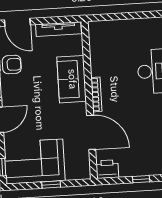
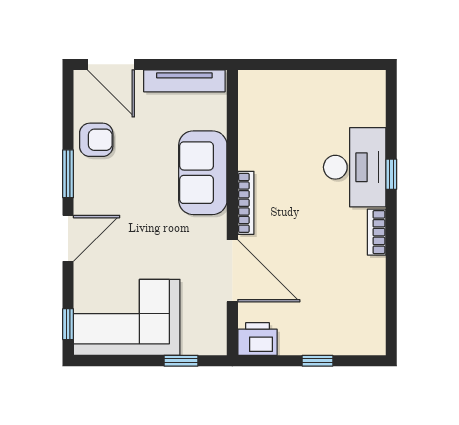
window: (51, 184) -> (181, 361), moved

